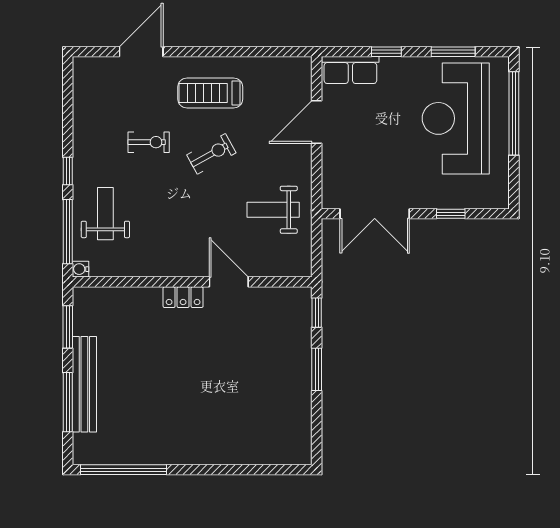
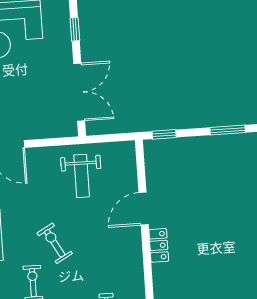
exercise bike: (211, 154) -> (55, 243), moved
window: (317, 369) -> (228, 130), moved

